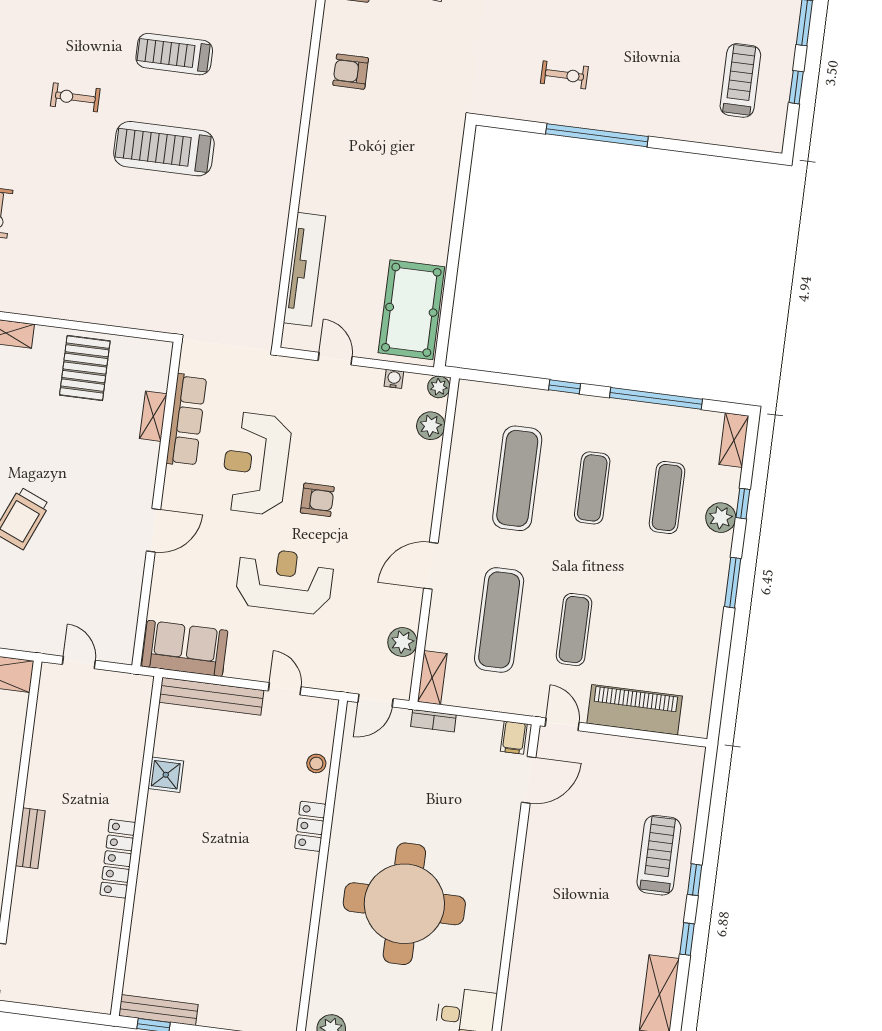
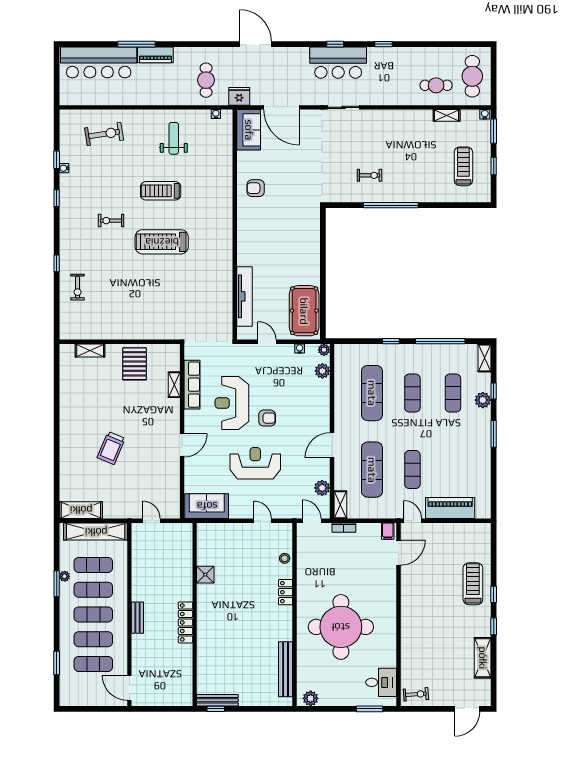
bench: (211, 696) -> (286, 669), moved, turned 90
door: (375, 700) -> (312, 521), swing flipped

